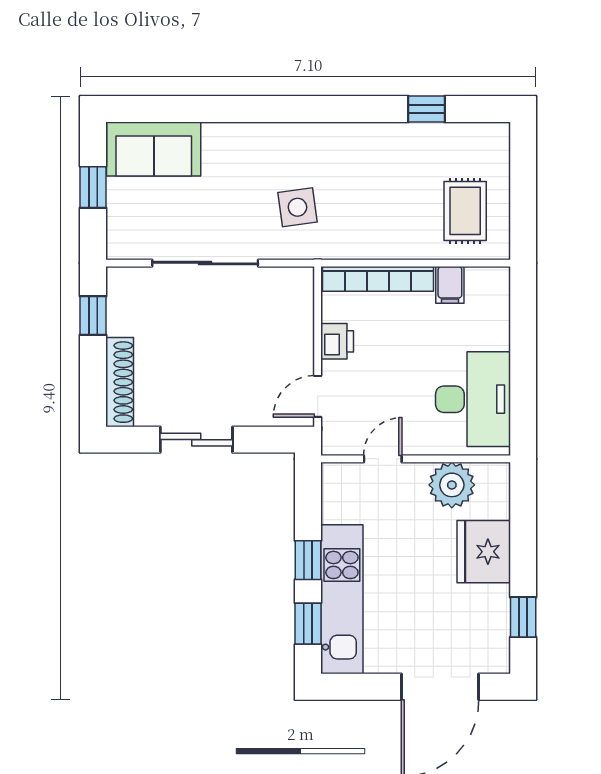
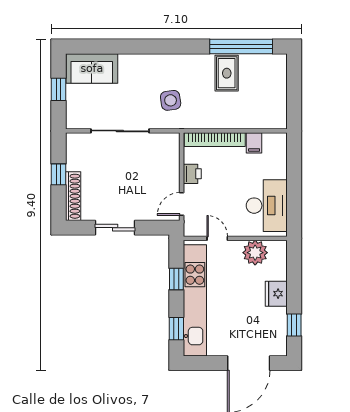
window: (426, 109) -> (241, 47), width x3.17
rug: (465, 211) -> (227, 73), moved
window: (93, 316) -> (58, 174), moved
door: (383, 459) -> (217, 238), hinge flipped
fridge: (484, 552) -> (276, 294), width x0.73, depth x0.75
window: (308, 560) -> (176, 279), moved
kitchen unit: (342, 599) -> (195, 300), width x1.36

